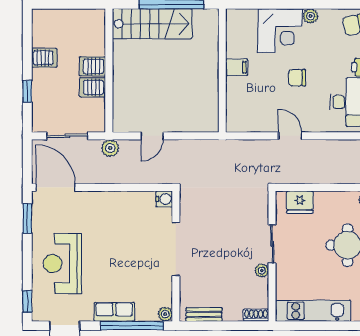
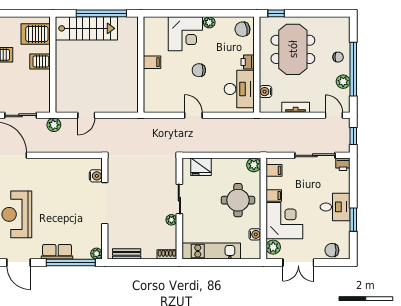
server rack: (92, 87) -> (36, 34), moved, width x1.36, depth x1.44
water cooler: (164, 199) -> (96, 176), moved

